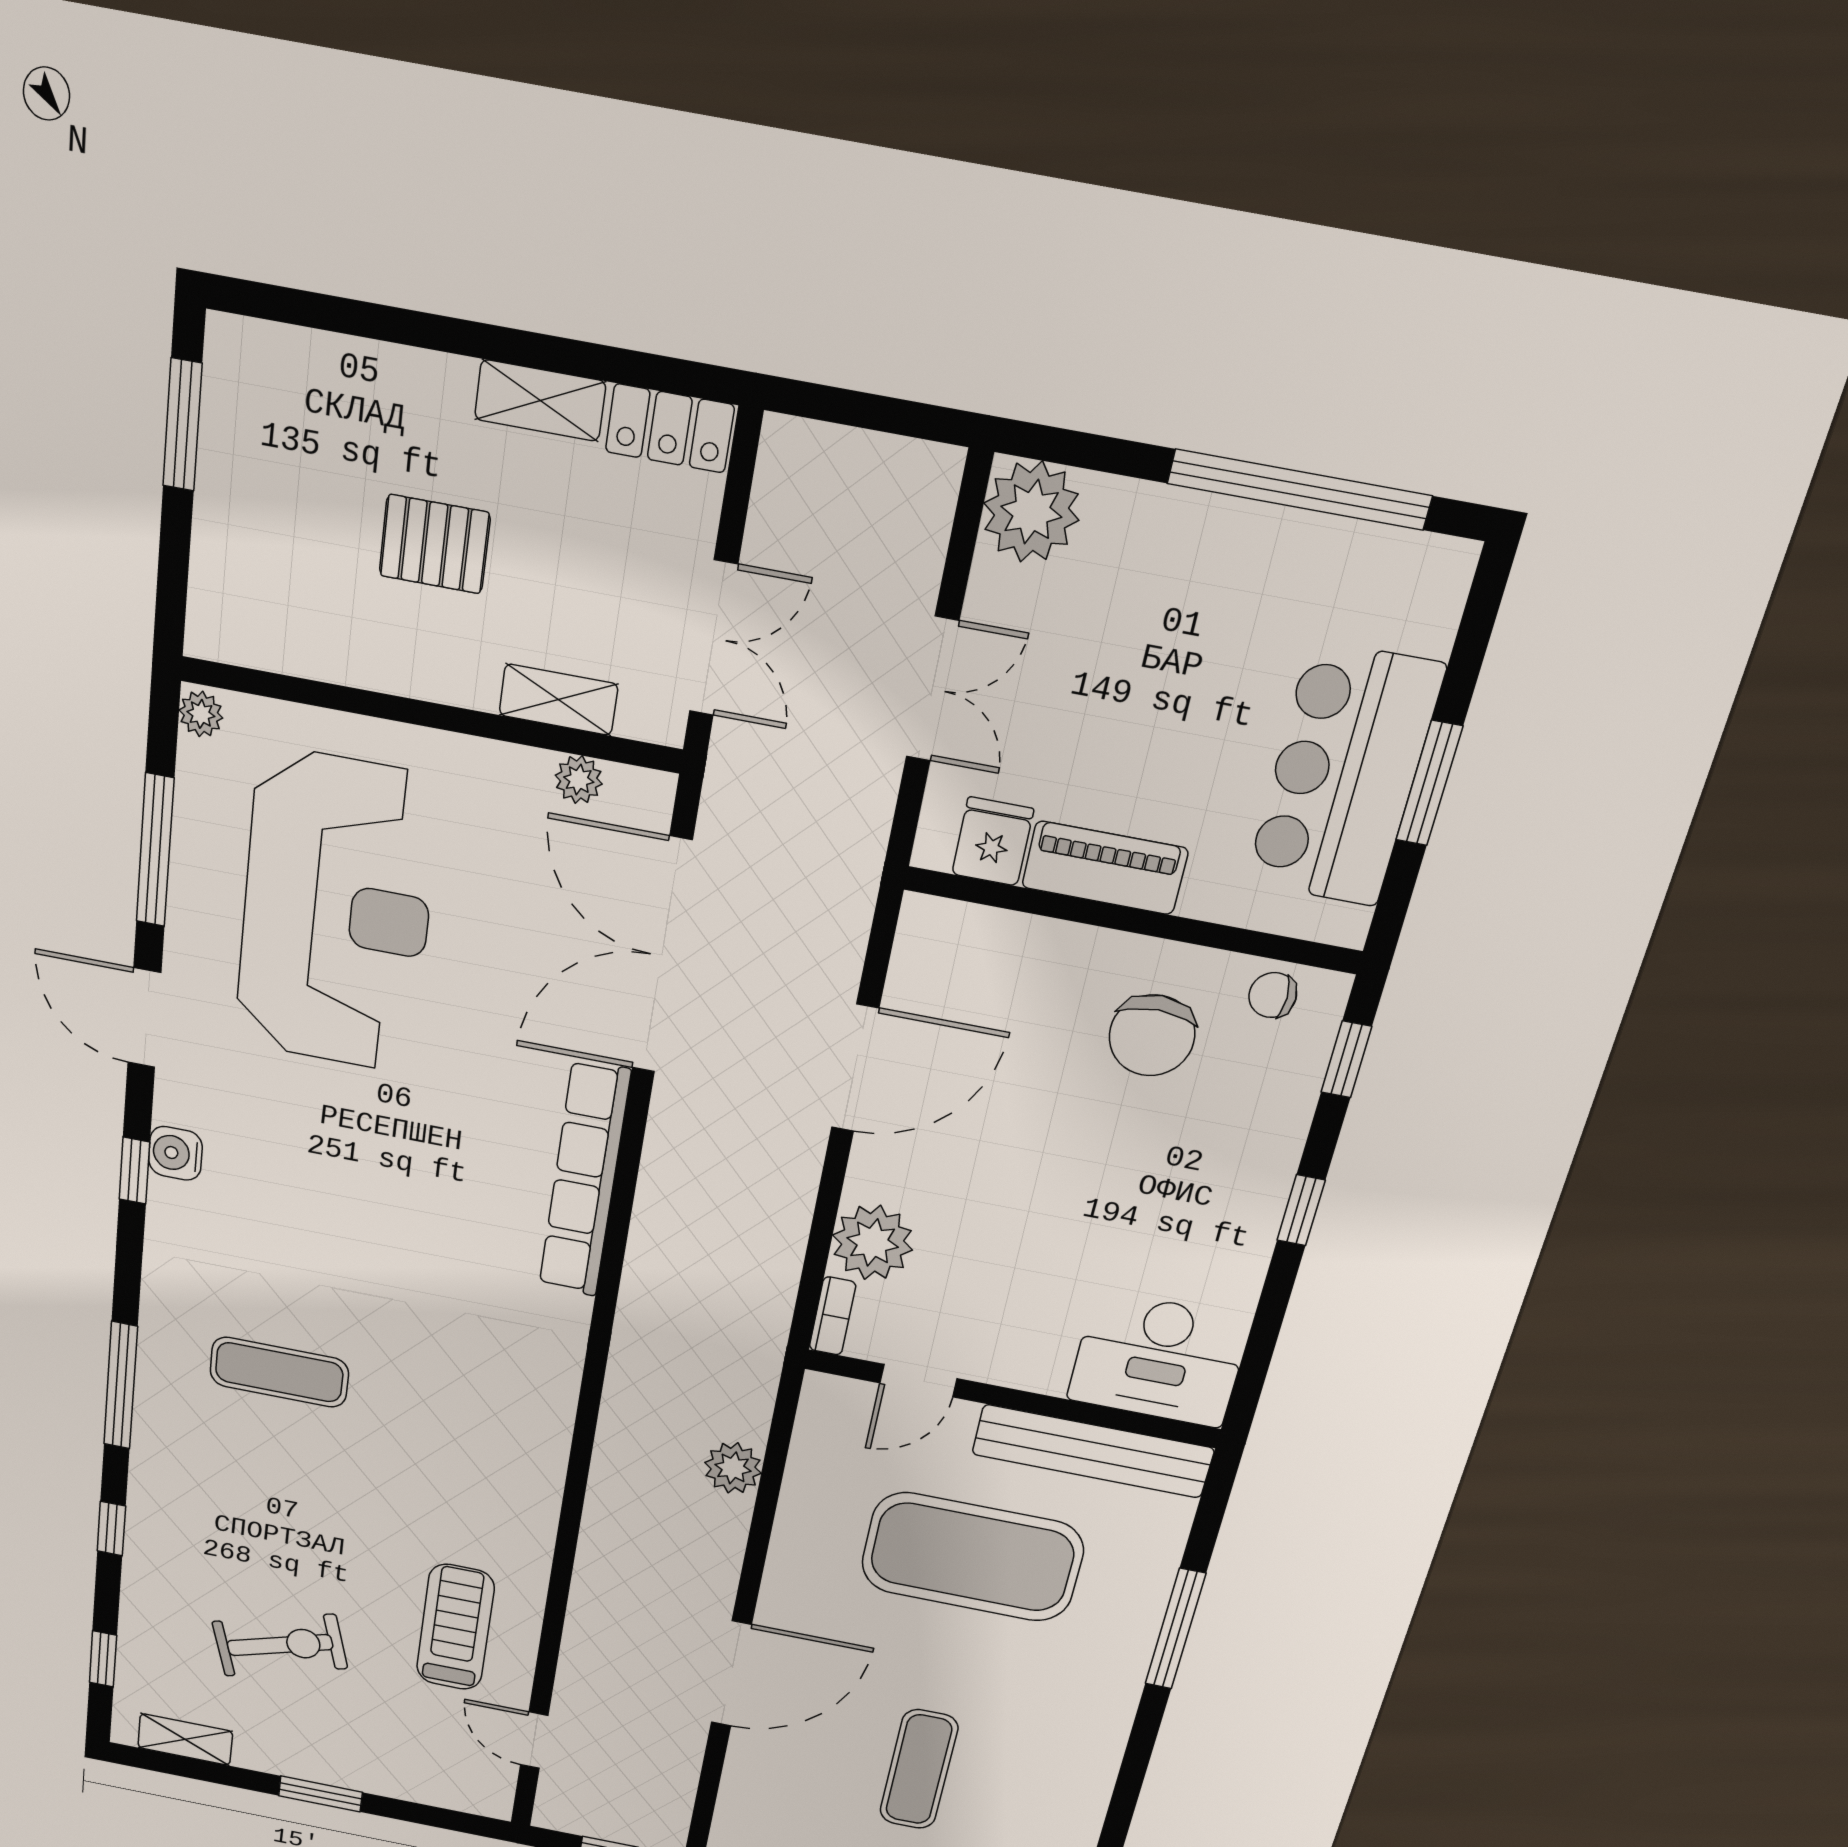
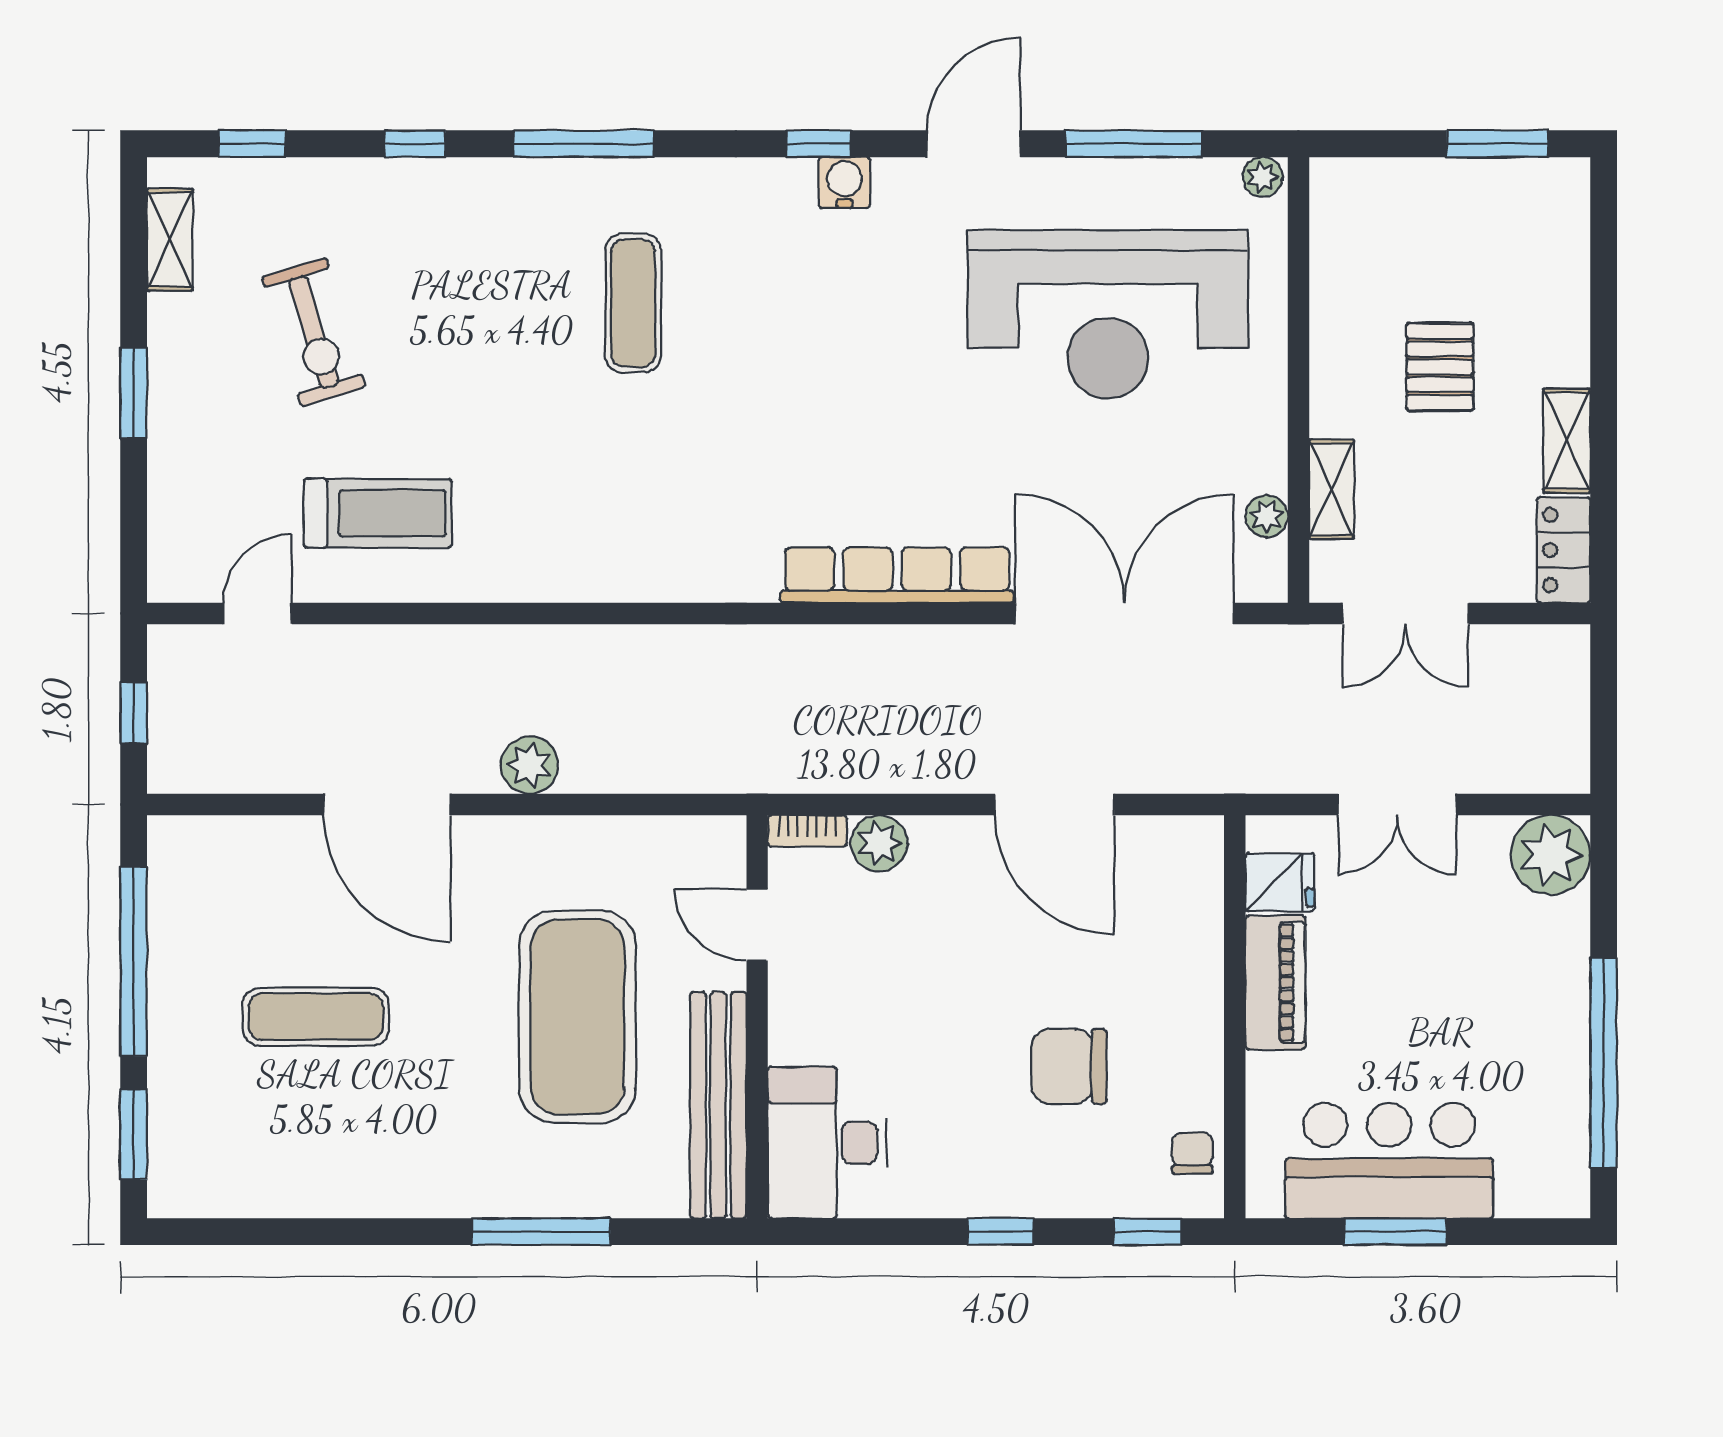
chair: (1152, 1035) -> (1069, 1066), moved
plant: (873, 1243) -> (879, 843), width x0.73, depth x0.73
plant: (733, 1468) -> (529, 765), moved

